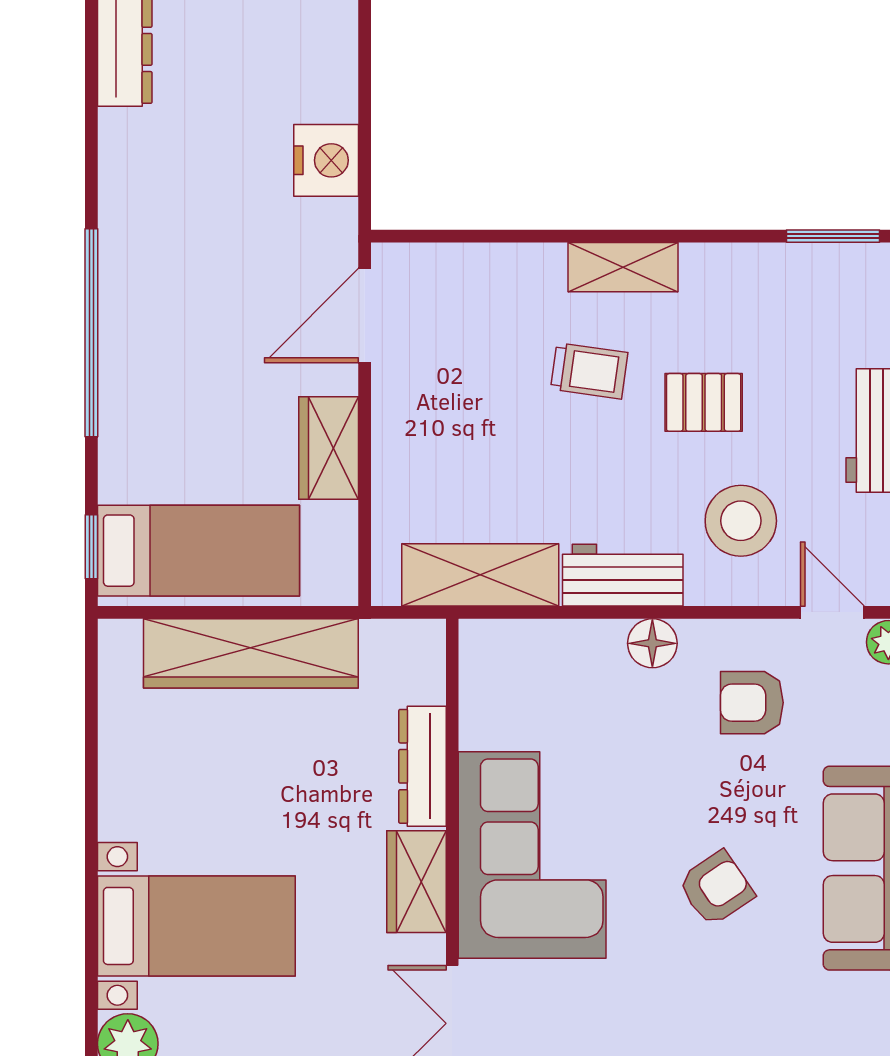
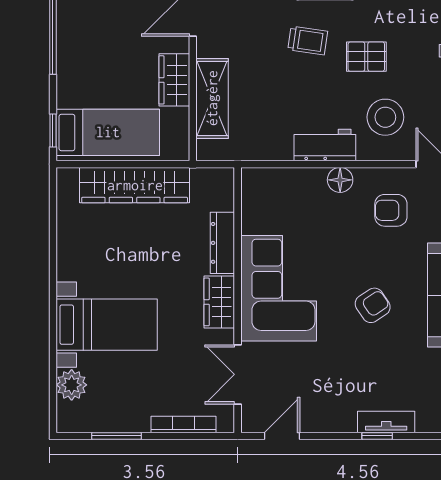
shelving: (480, 575) -> (212, 98), moved, turned 90

